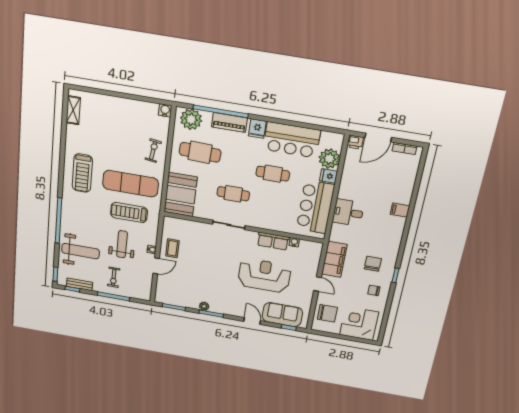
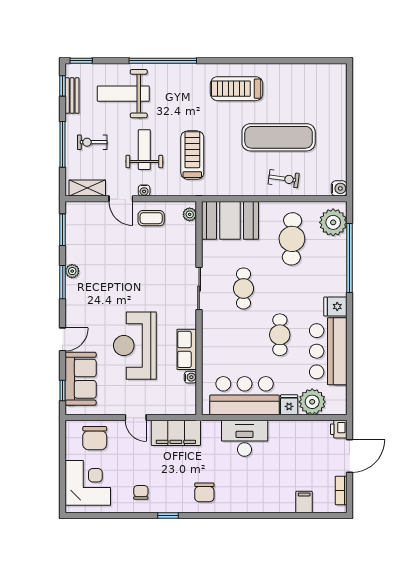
shelving: (73, 110) -> (87, 188), moved
piano: (229, 122) -> (337, 271), removed
door: (378, 137) -> (350, 456), swing flipped
exercise mat: (131, 184) -> (279, 137), moved, turned 90
filing cabinet: (400, 210) -> (304, 502), moved
desk: (348, 213) -> (245, 438), width x1.37
plant: (173, 222) -> (190, 214), added
weight bench: (122, 244) -> (144, 150), turned -90
weight bench: (81, 251) -> (123, 94), turned 90
chair: (373, 264) -> (204, 492), moved, turned 90
reception desk: (264, 275) -> (135, 346), turned 180
door: (318, 284) -> (136, 418), hinge flipped

